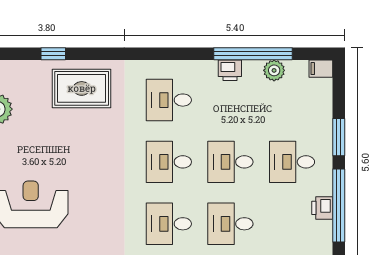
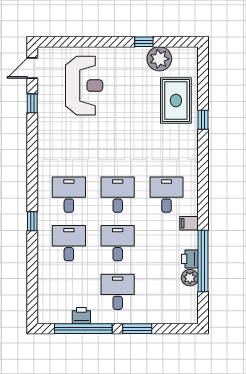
window: (53, 54) -> (203, 120), moved
filing cabinet: (321, 69) -> (189, 223), moved, turned -90
printer: (230, 70) -> (190, 259), moved
rug: (82, 88) -> (176, 101), moved

